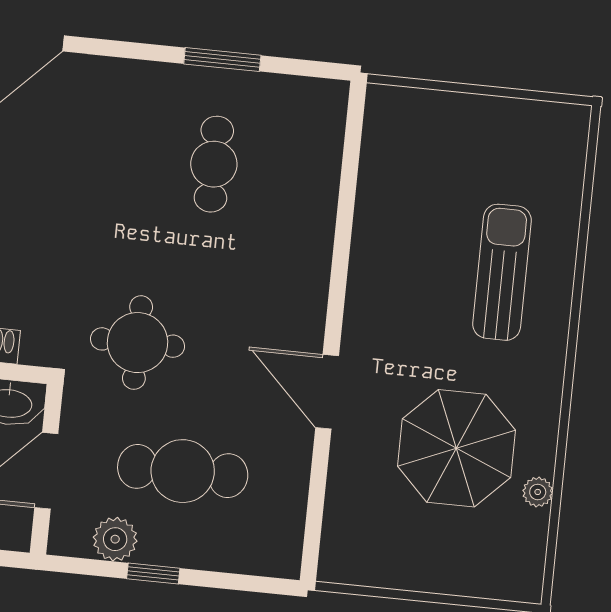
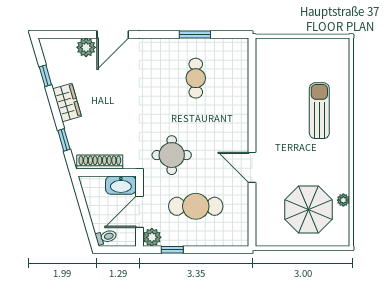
parasol: (456, 448) -> (308, 210), moved
plant: (115, 539) -> (152, 237), moved
window: (153, 573) -> (172, 250), moved

